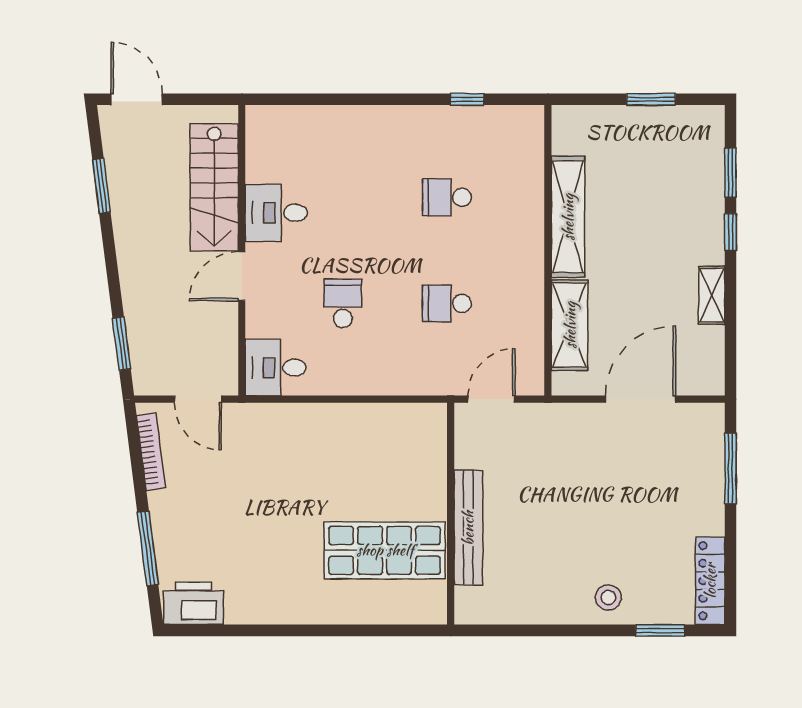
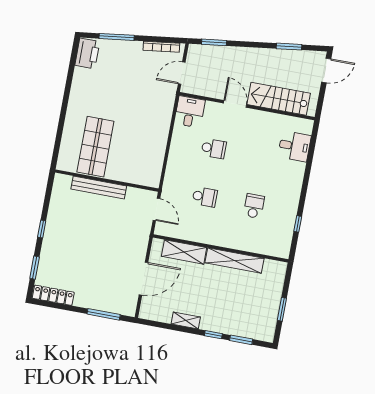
desk: (276, 213) -> (294, 146), moved, turned 90
school desk: (447, 303) -> (205, 197), turned 90
door: (641, 399) -> (144, 279), hinge flipped
stool: (608, 597) -> (54, 247), removed
window: (577, 630) -> (42, 229), added

